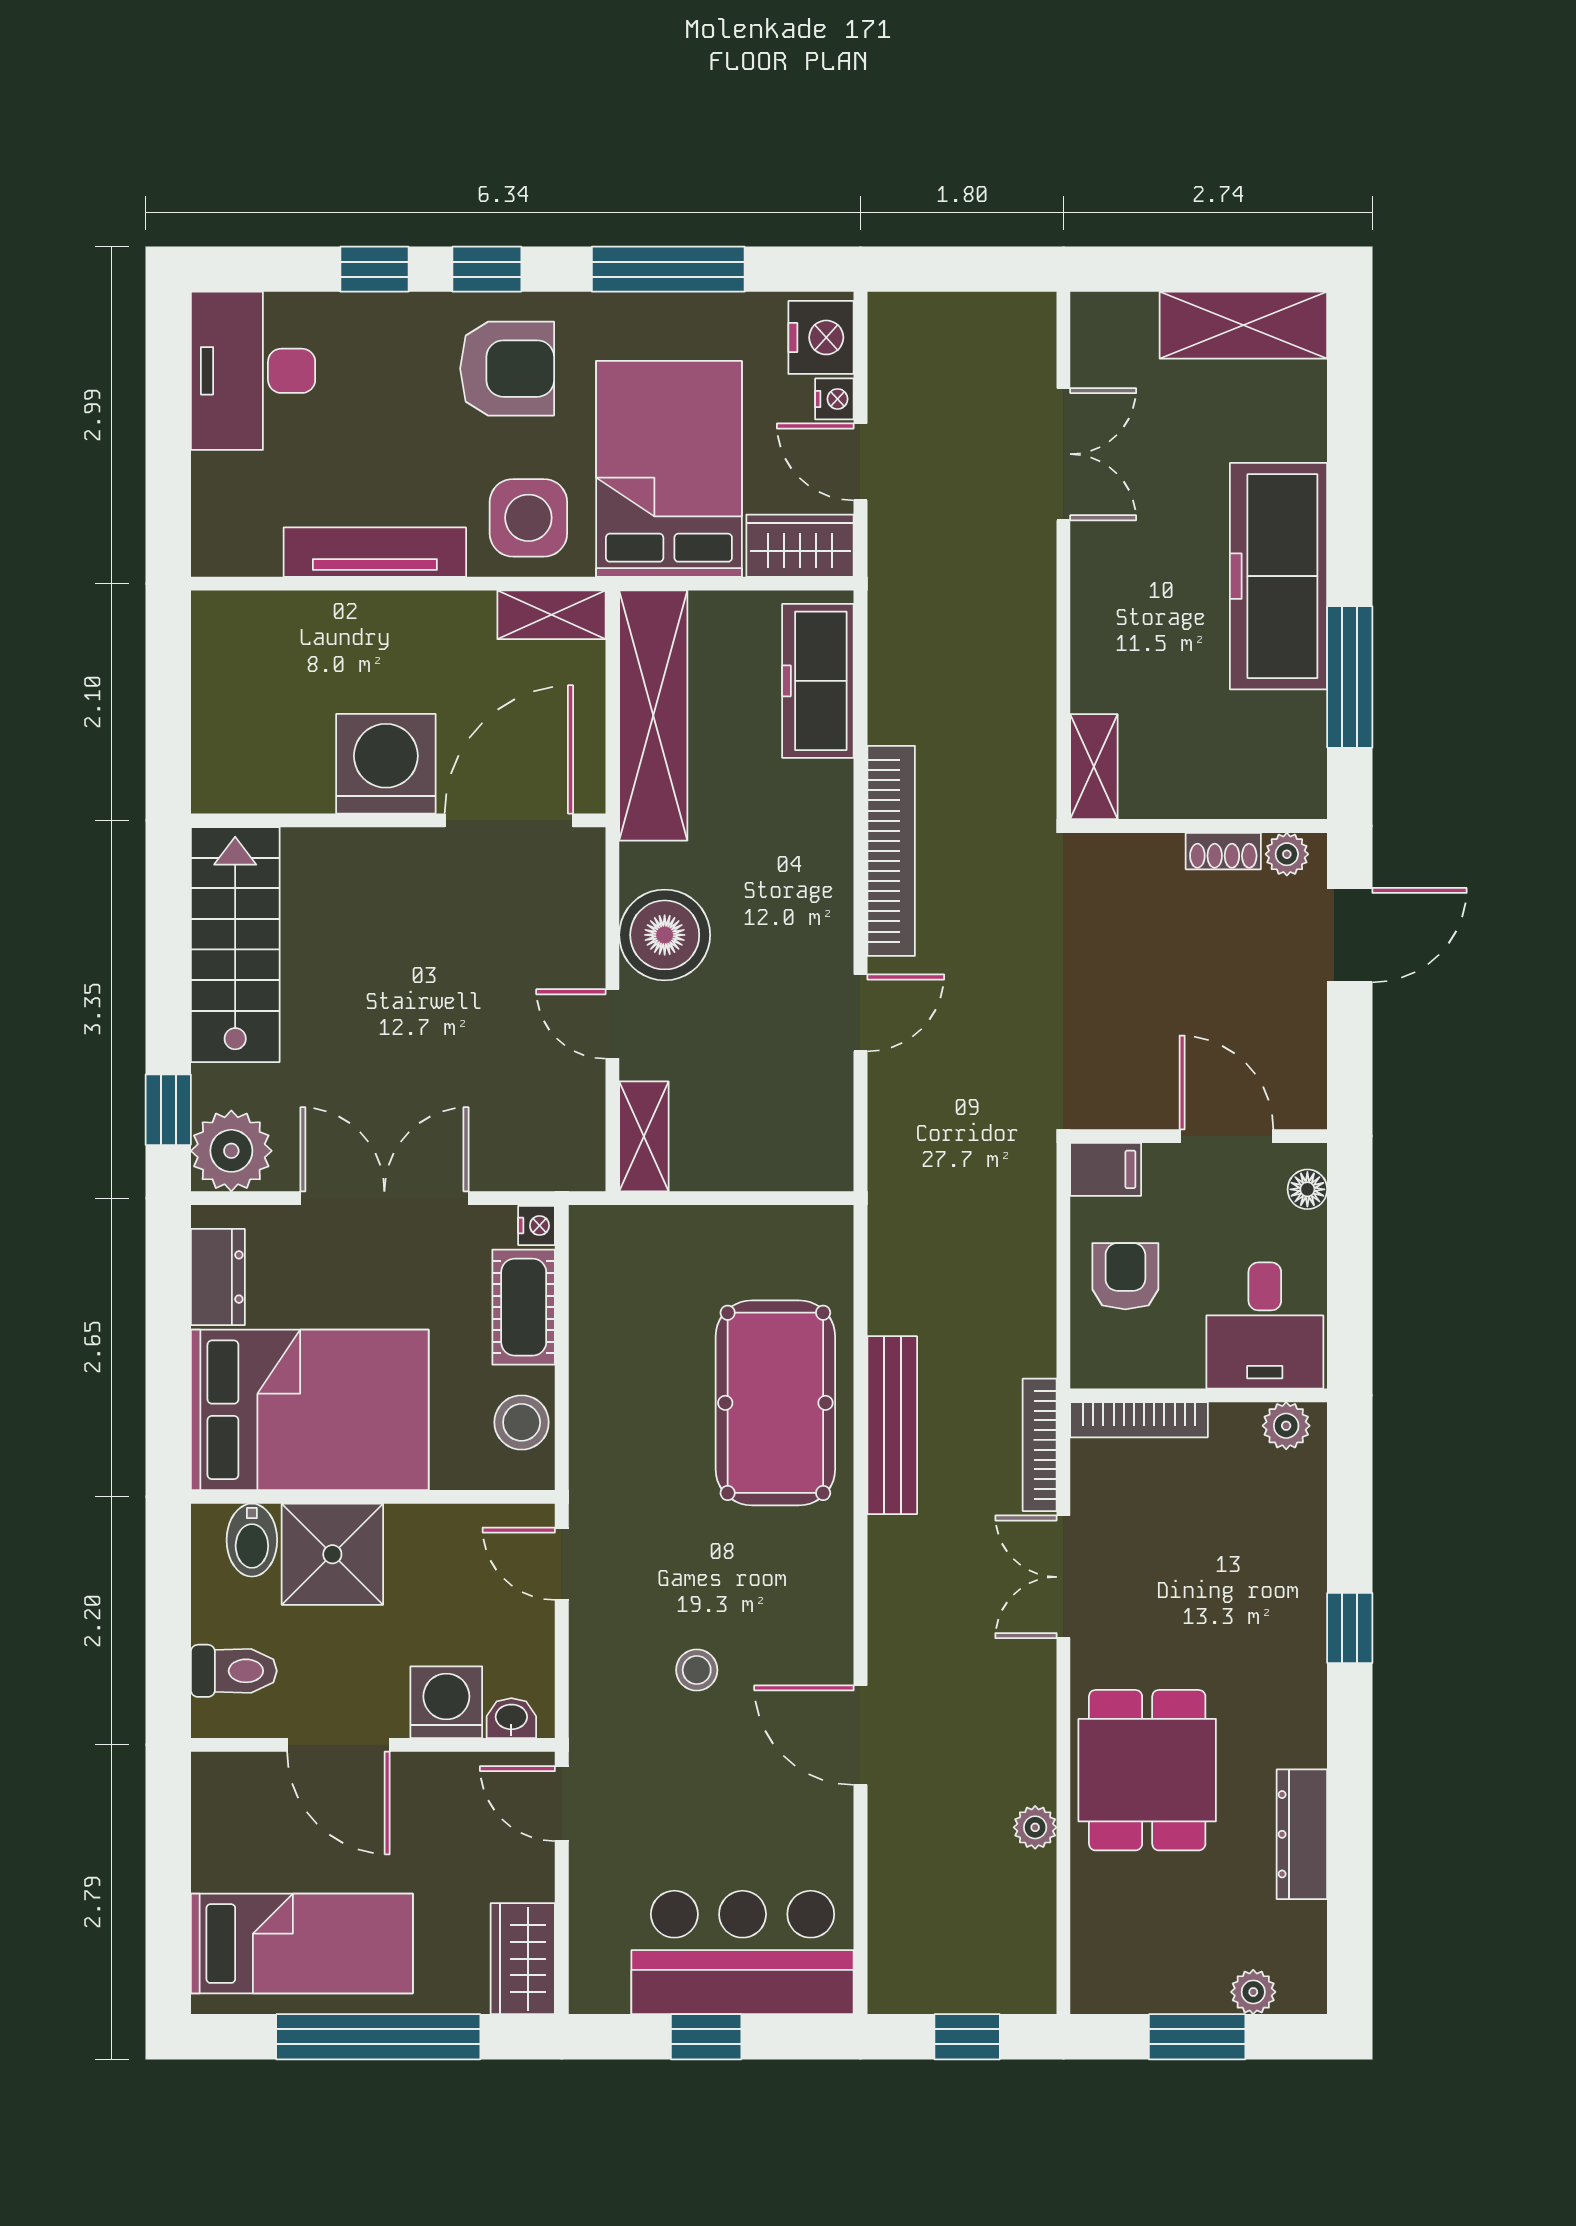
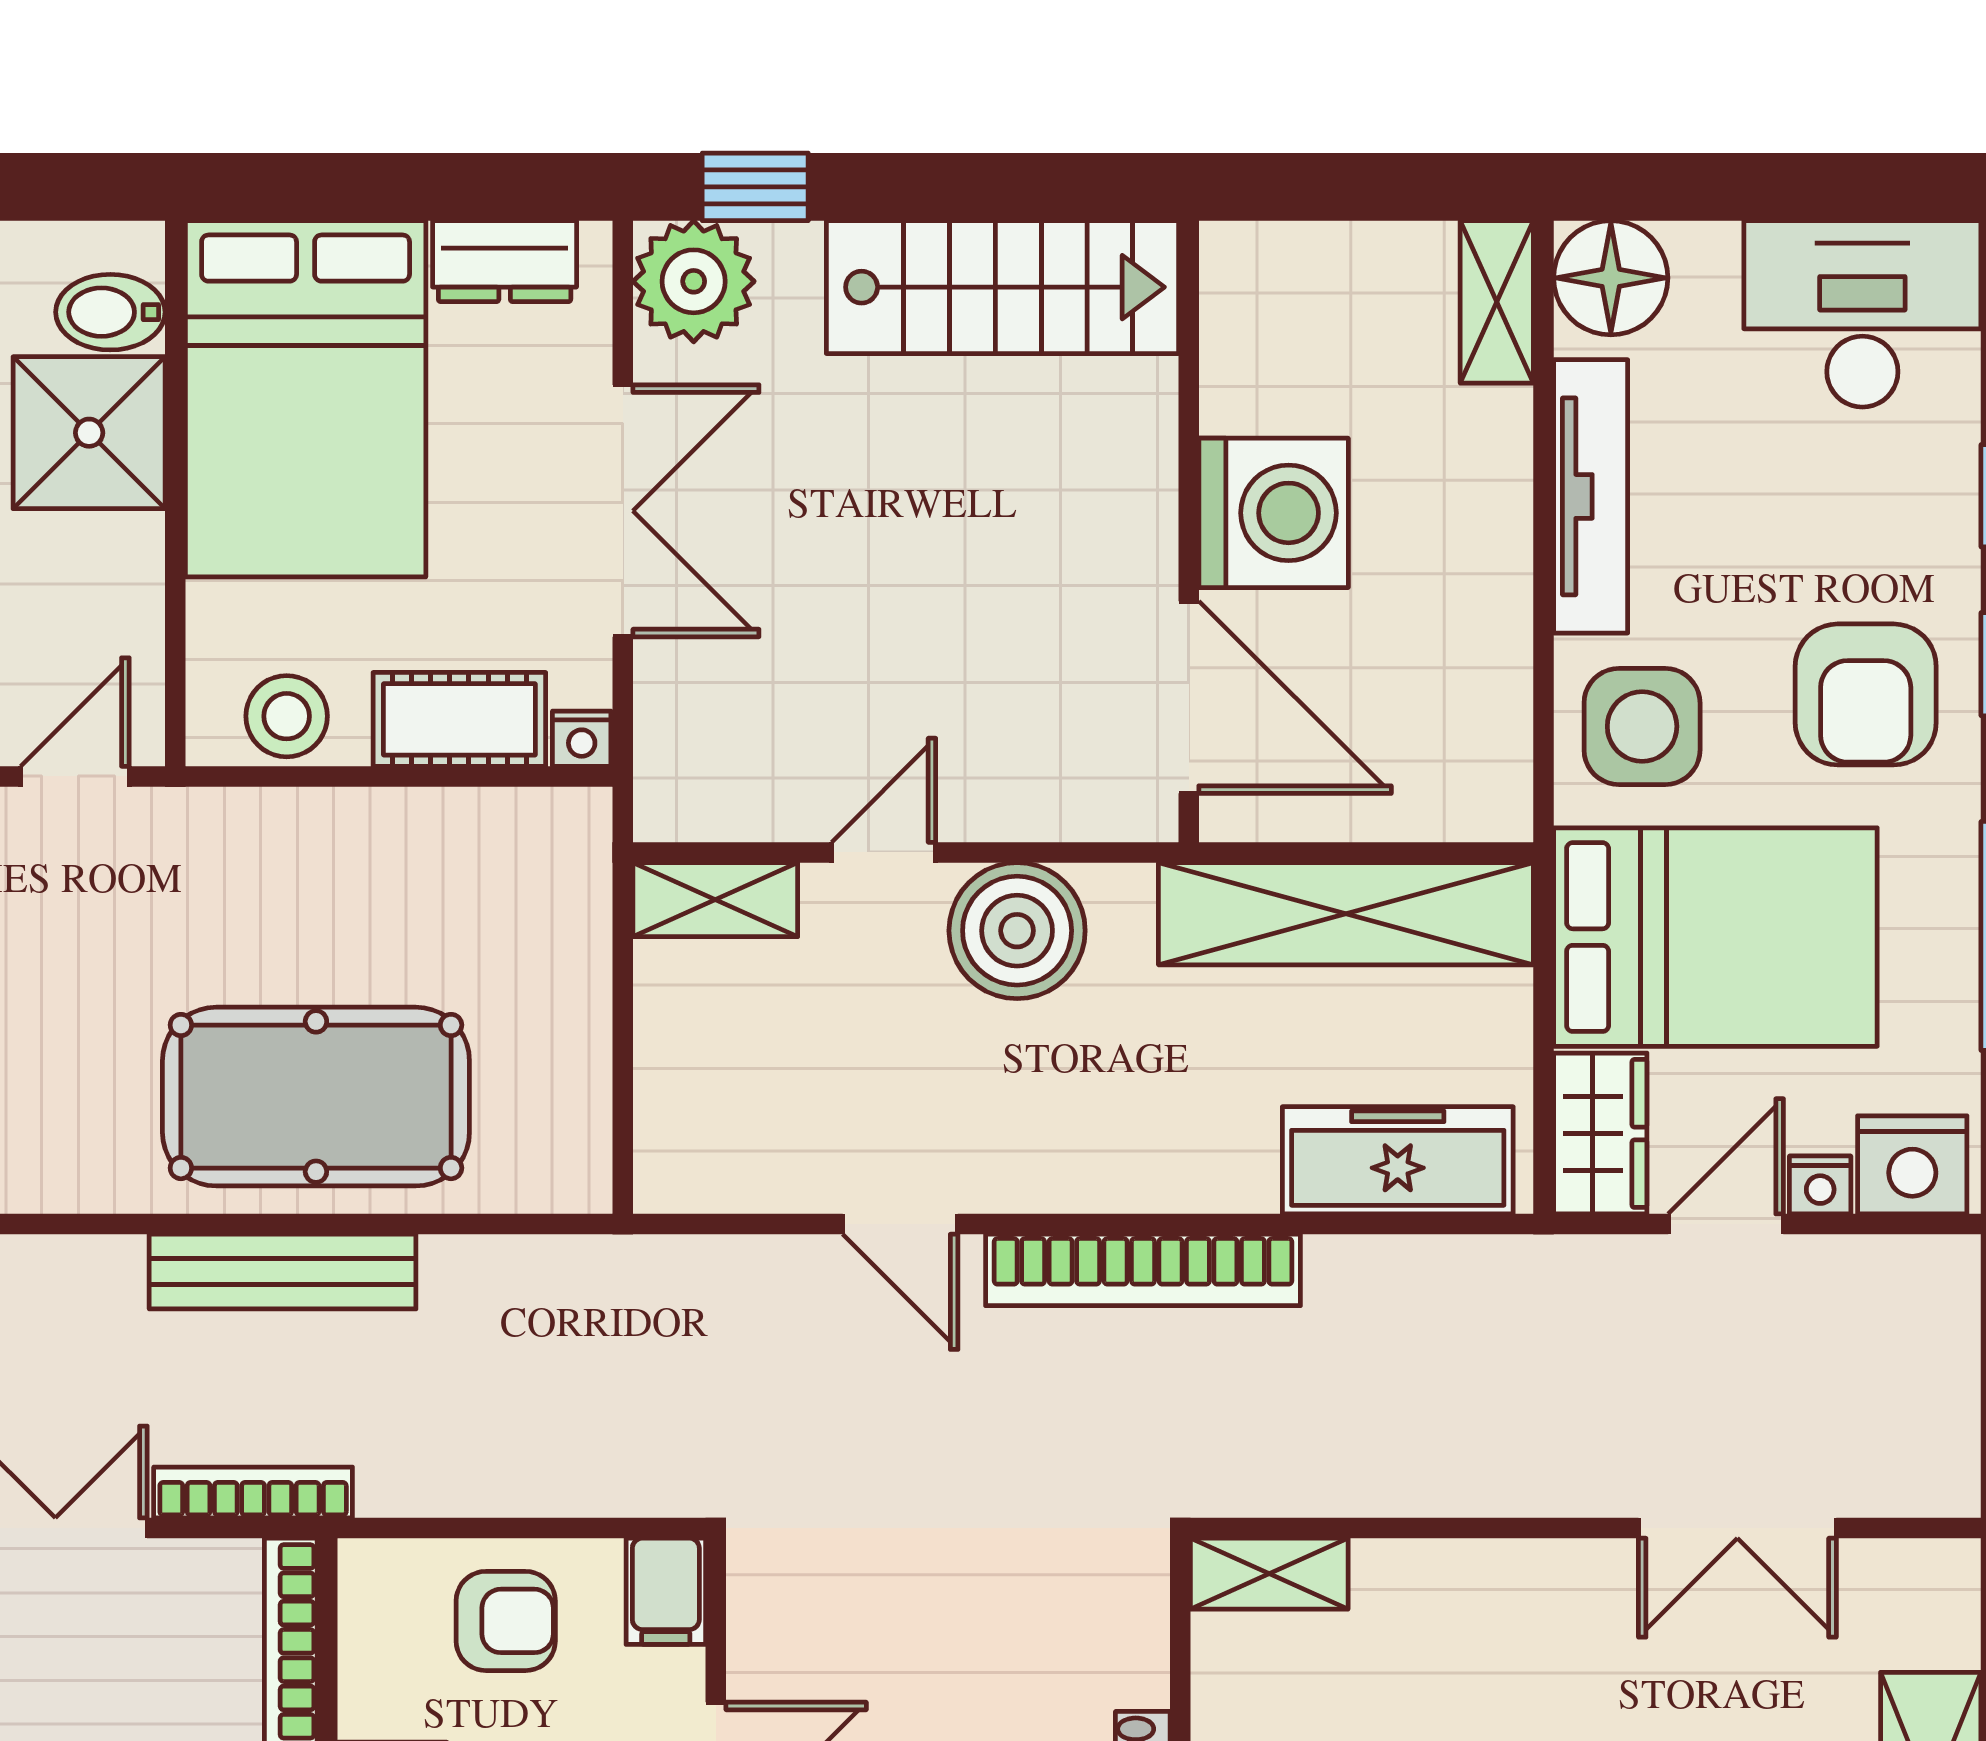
floor lamp: (229, 539) -> (1611, 278), added
shelving: (551, 615) -> (1497, 302), moved

